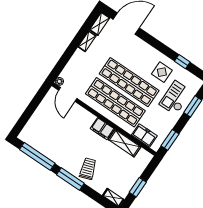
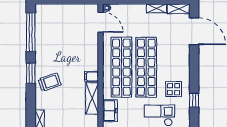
door: (68, 94) -> (101, 22), swing flipped
filing cabinet: (102, 129) -> (92, 76), width x0.50
window: (70, 179) -> (31, 73), width x0.69

